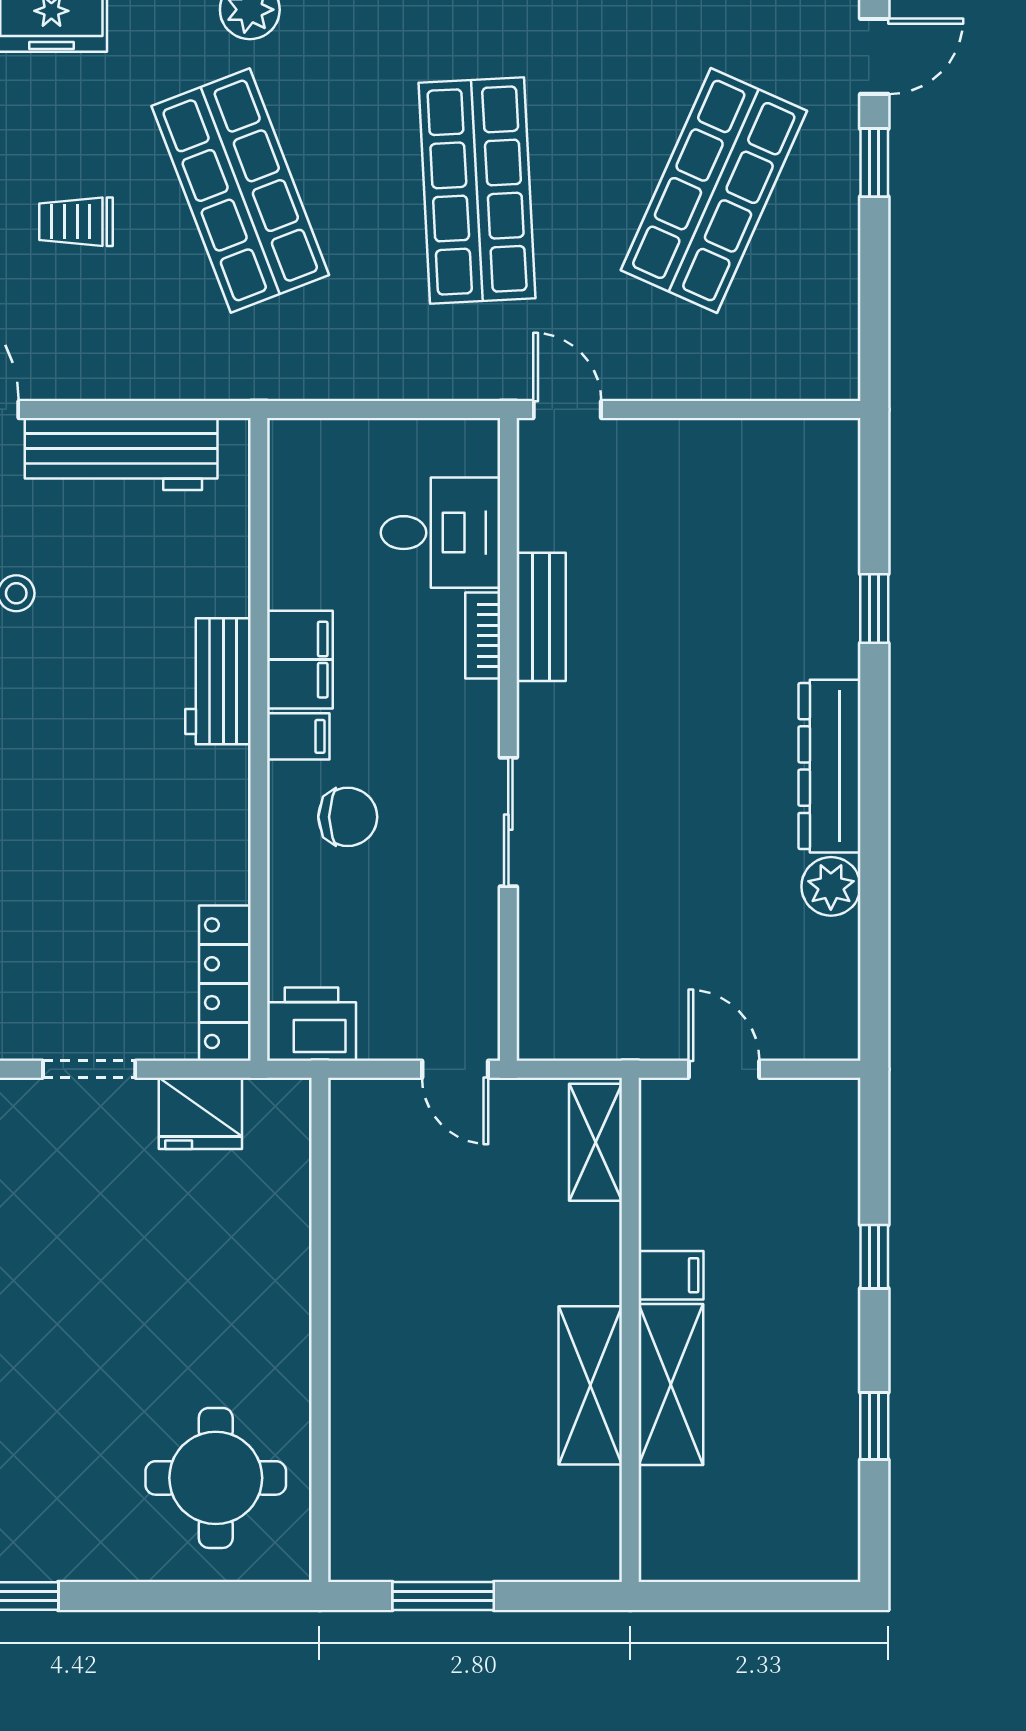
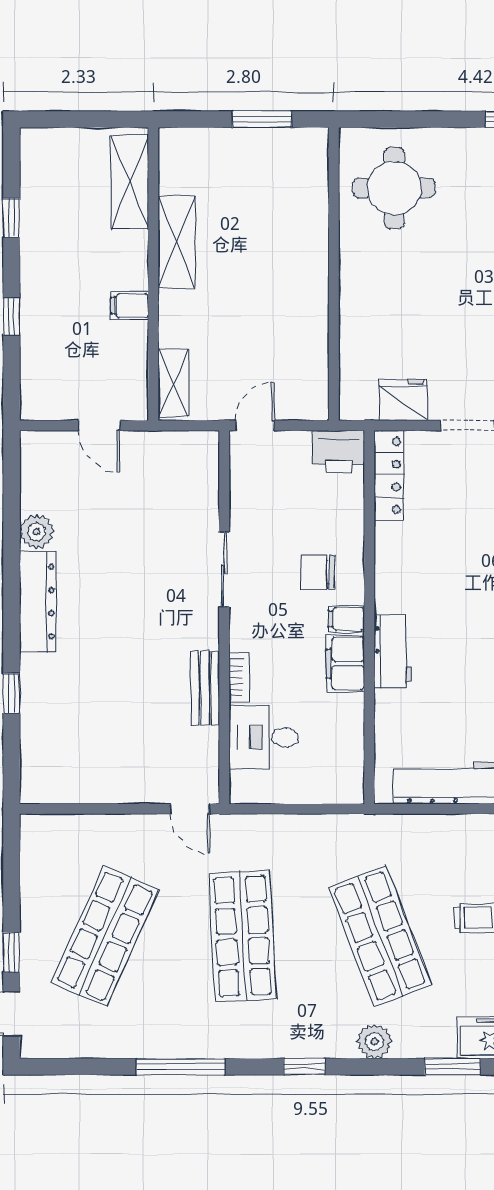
door: (455, 1069) -> (255, 425), hinge flipped
shelving: (671, 1385) -> (130, 182), moved

